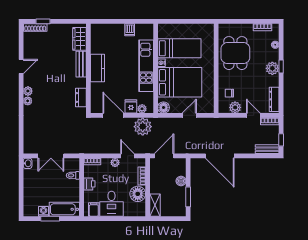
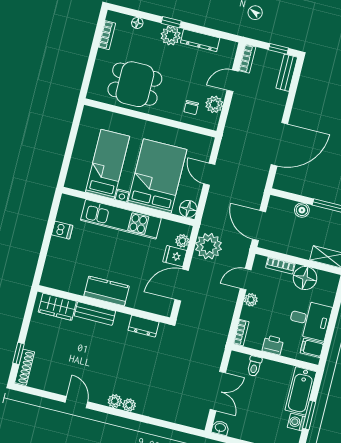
dresser: (274, 99) -> (200, 40), moved

